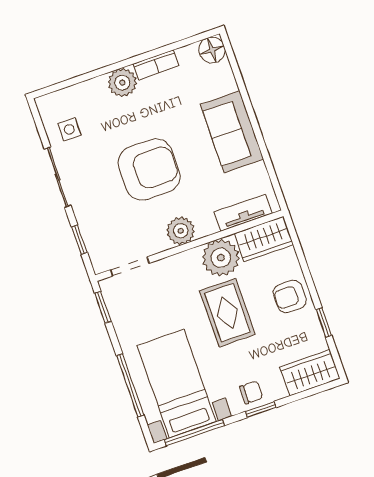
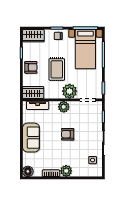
armchair: (149, 170) -> (68, 134), width x0.53, depth x0.53
plant: (221, 258) -> (70, 91), moved

